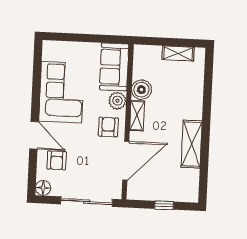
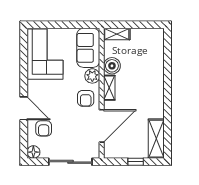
shelving: (178, 53) -> (117, 34), moved
corner sofa: (61, 92) -> (45, 54), moved
armchair: (108, 127) -> (86, 98), turned 180
shelving: (192, 144) -> (156, 139), moved

